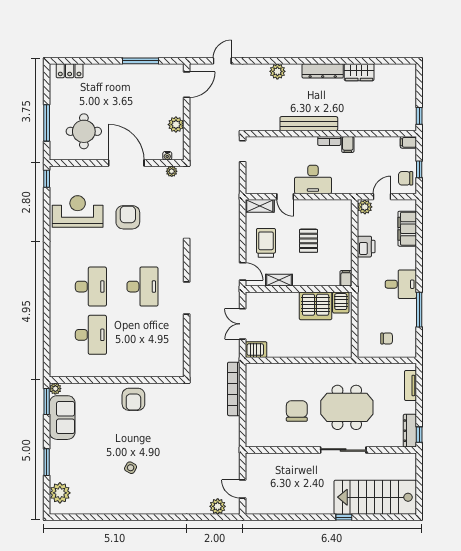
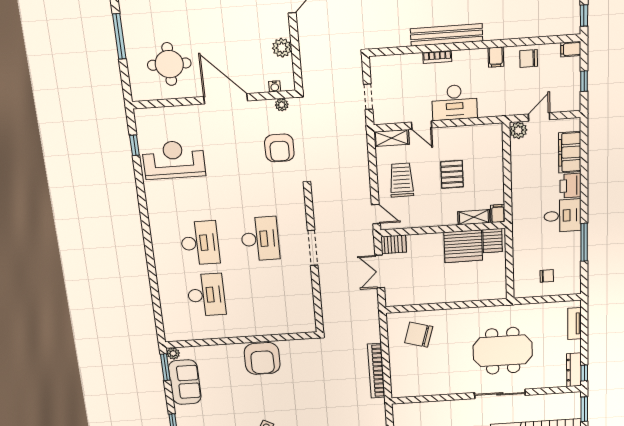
window: (47, 123) -> (119, 36), moved
bookcase: (329, 141) -> (437, 57), moved
doorway: (243, 151) -> (368, 97), moved
chair: (406, 178) -> (529, 59), moved
window: (47, 179) -> (134, 145), moved
armchair: (128, 217) -> (279, 148), moved, turned 180
printer: (366, 247) -> (570, 186), moved, turned 180
shelving: (279, 280) -> (474, 217), moved
server rack: (256, 350) -> (394, 244), moved
bookcase: (234, 389) -> (376, 371), moved
armchair: (133, 399) -> (262, 359), width x1.36, depth x1.36
chair: (297, 411) -> (419, 335), moved, turned -74
window: (419, 471) -> (584, 409), added

